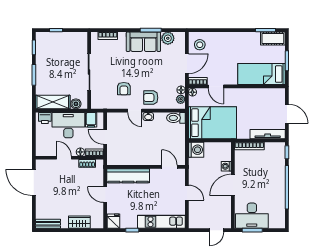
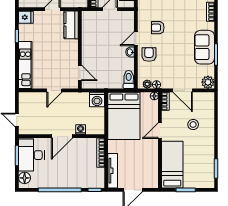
plant: (168, 38) -> (208, 82), moved
cot: (273, 38) -> (208, 176), removed
stool: (200, 45) -> (193, 125), moved
door: (216, 86) -> (160, 131), moved
door: (169, 167) -> (80, 73), hinge flipped
kitchen counter: (128, 176) -> (71, 25), width x0.67
door: (233, 185) -> (62, 136), swing flipped
floor lamp: (275, 223) -> (25, 178), added

